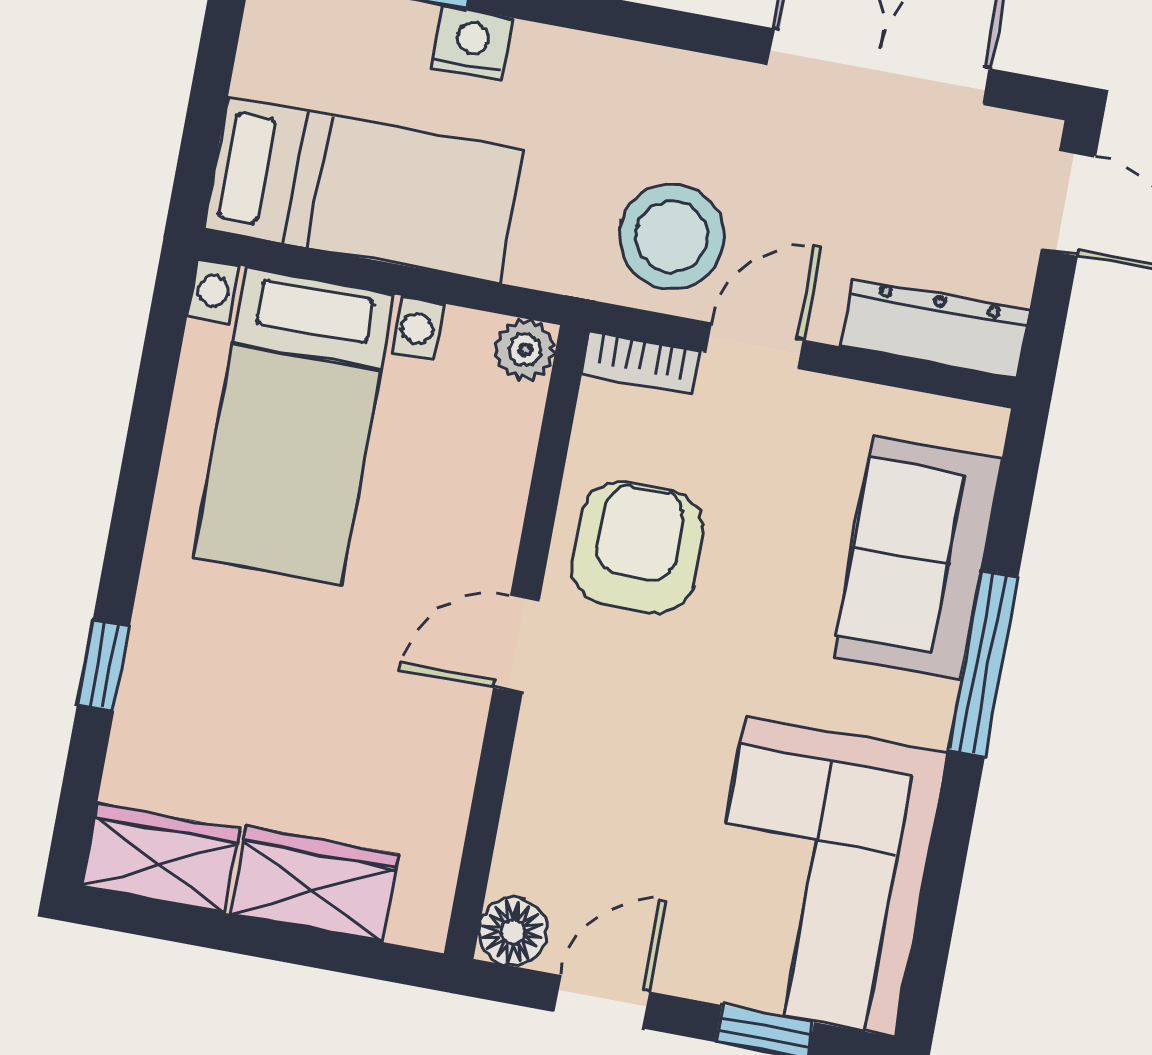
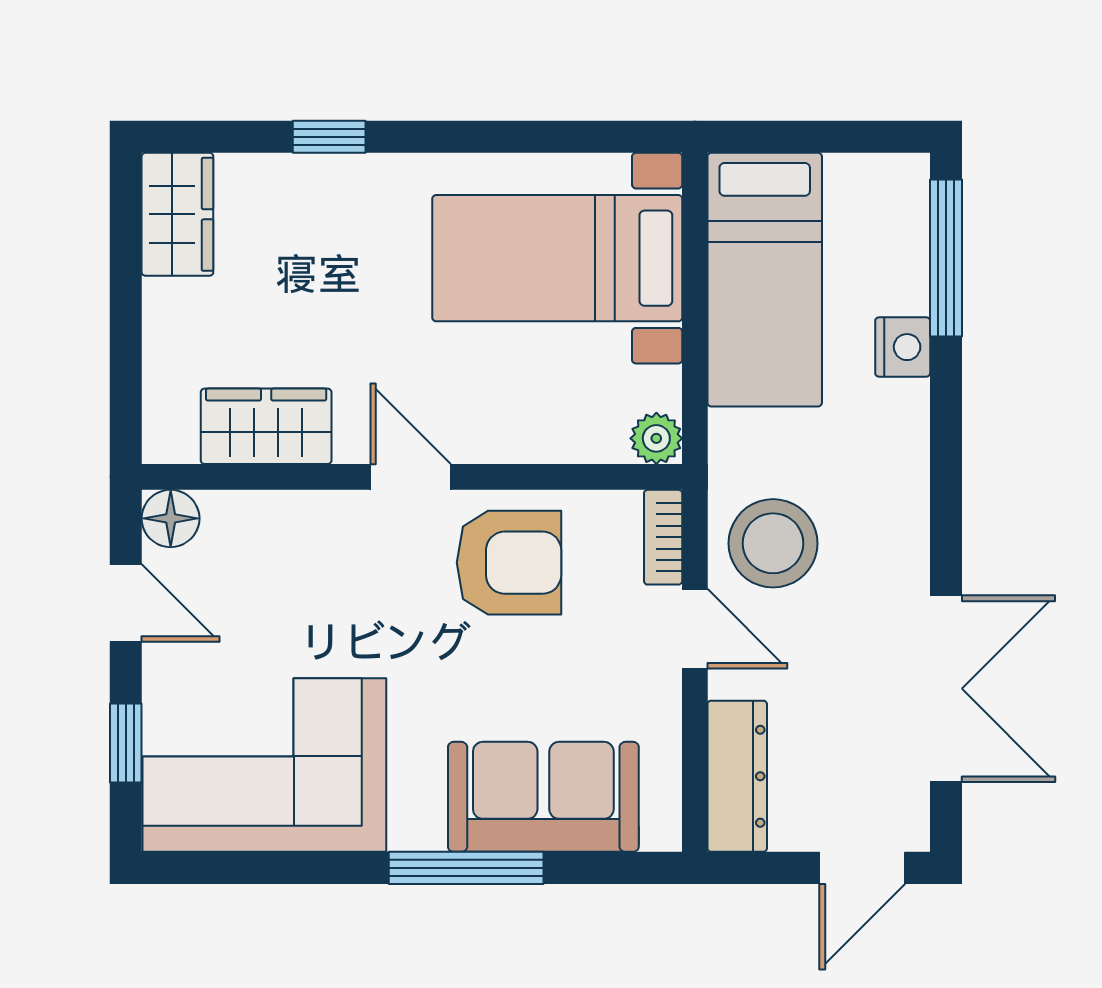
wardrobe: (315, 884) -> (266, 426), moved, turned -90

